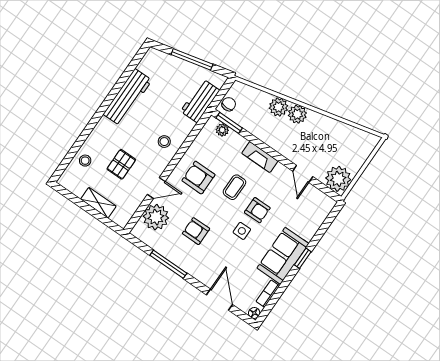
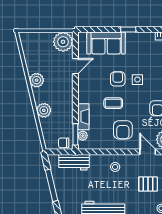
plant: (297, 114) -> (37, 80), moved
fireplace: (260, 157) -> (83, 117), moved
sofa: (283, 256) -> (106, 43), moved

